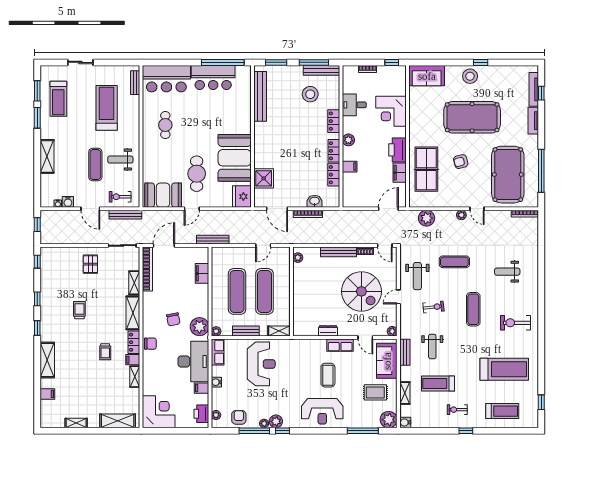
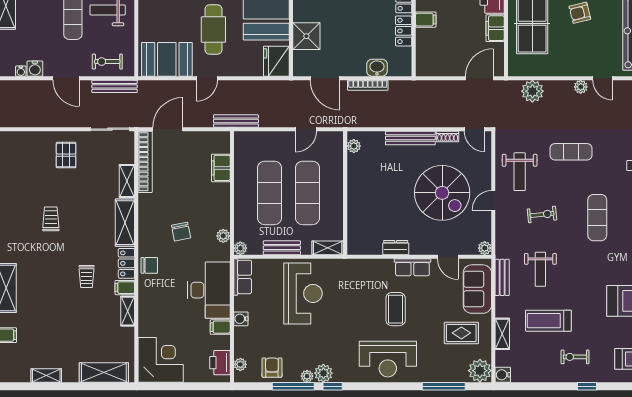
plant: (199, 327) -> (223, 236), width x0.53, depth x0.53

